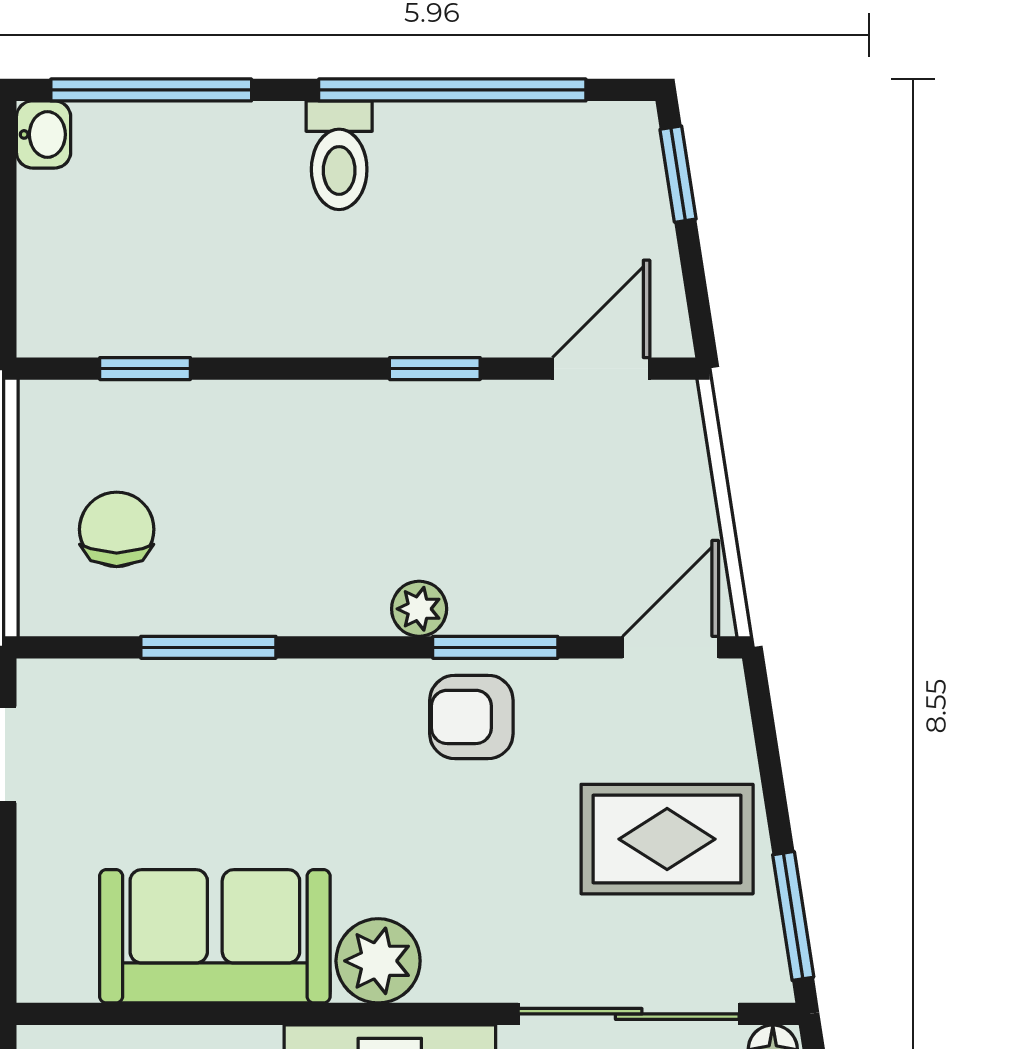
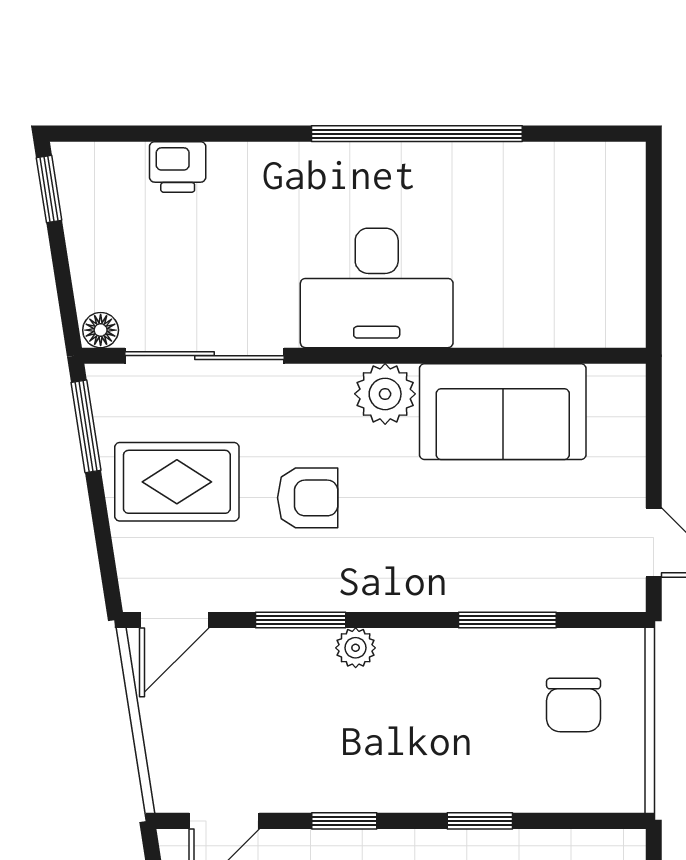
window: (145, 369) -> (480, 821), moved
armchair: (471, 717) -> (308, 498), moved

